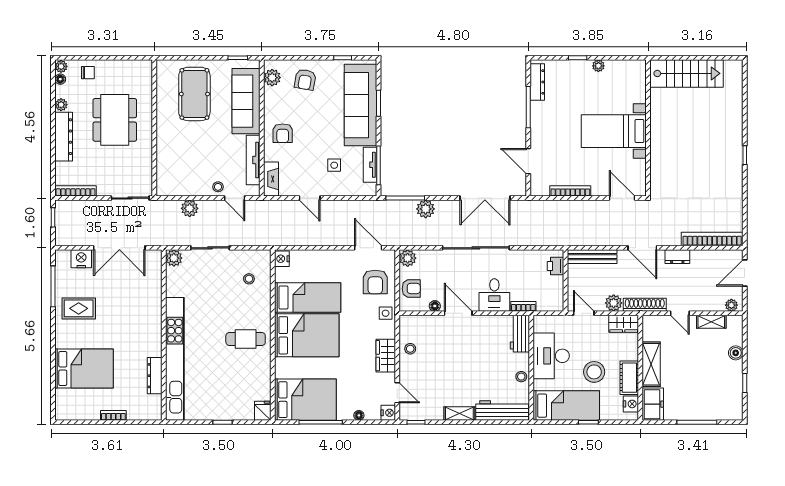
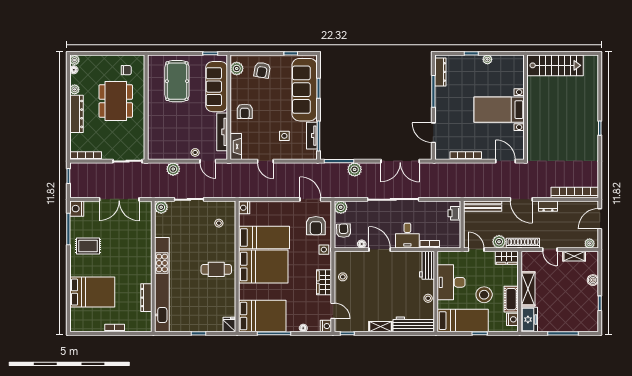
chair: (88, 73) -> (126, 70), moved
nightstand: (81, 259) -> (77, 209), moved, turned -90
armchair: (411, 289) -> (344, 231), turned -92

